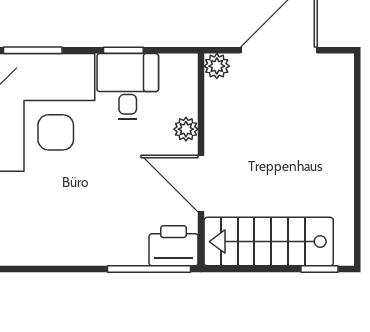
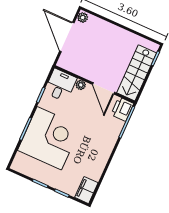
plant: (217, 66) -> (83, 18), moved
desk: (128, 86) -> (60, 85), moved, turned 90
door: (201, 183) -> (104, 88), hinge flipped

